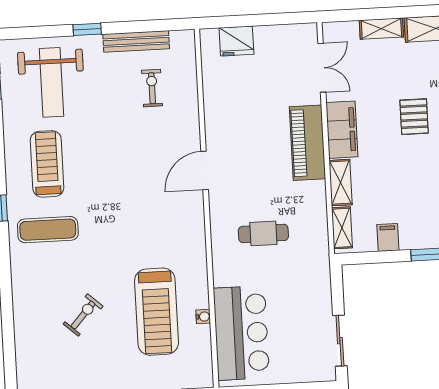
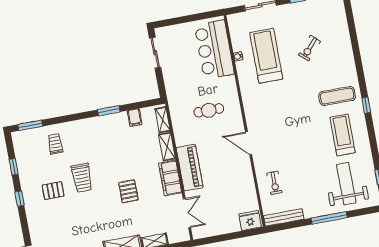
window: (87, 29) -> (329, 218), width x2.17
bench: (136, 41) -> (284, 217), moved
fridge: (236, 41) -> (250, 221), moved
double door: (322, 68) -> (187, 213), swing flipped
exercise bike: (152, 88) -> (274, 183), moved
treadmill: (47, 164) -> (343, 135), turned 180
door: (205, 171) -> (249, 143), swing flipped

